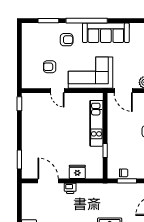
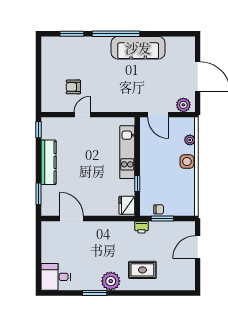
armchair: (67, 40) -> (93, 56), removed
corner sofa: (90, 73) -> (120, 94), removed
door: (57, 91) -> (82, 115), swing flipped
kitchen counter: (28, 132) -> (48, 162), added
fridge: (77, 172) -> (127, 205), moved, turned -90
printer: (70, 188) -> (142, 227), moved

